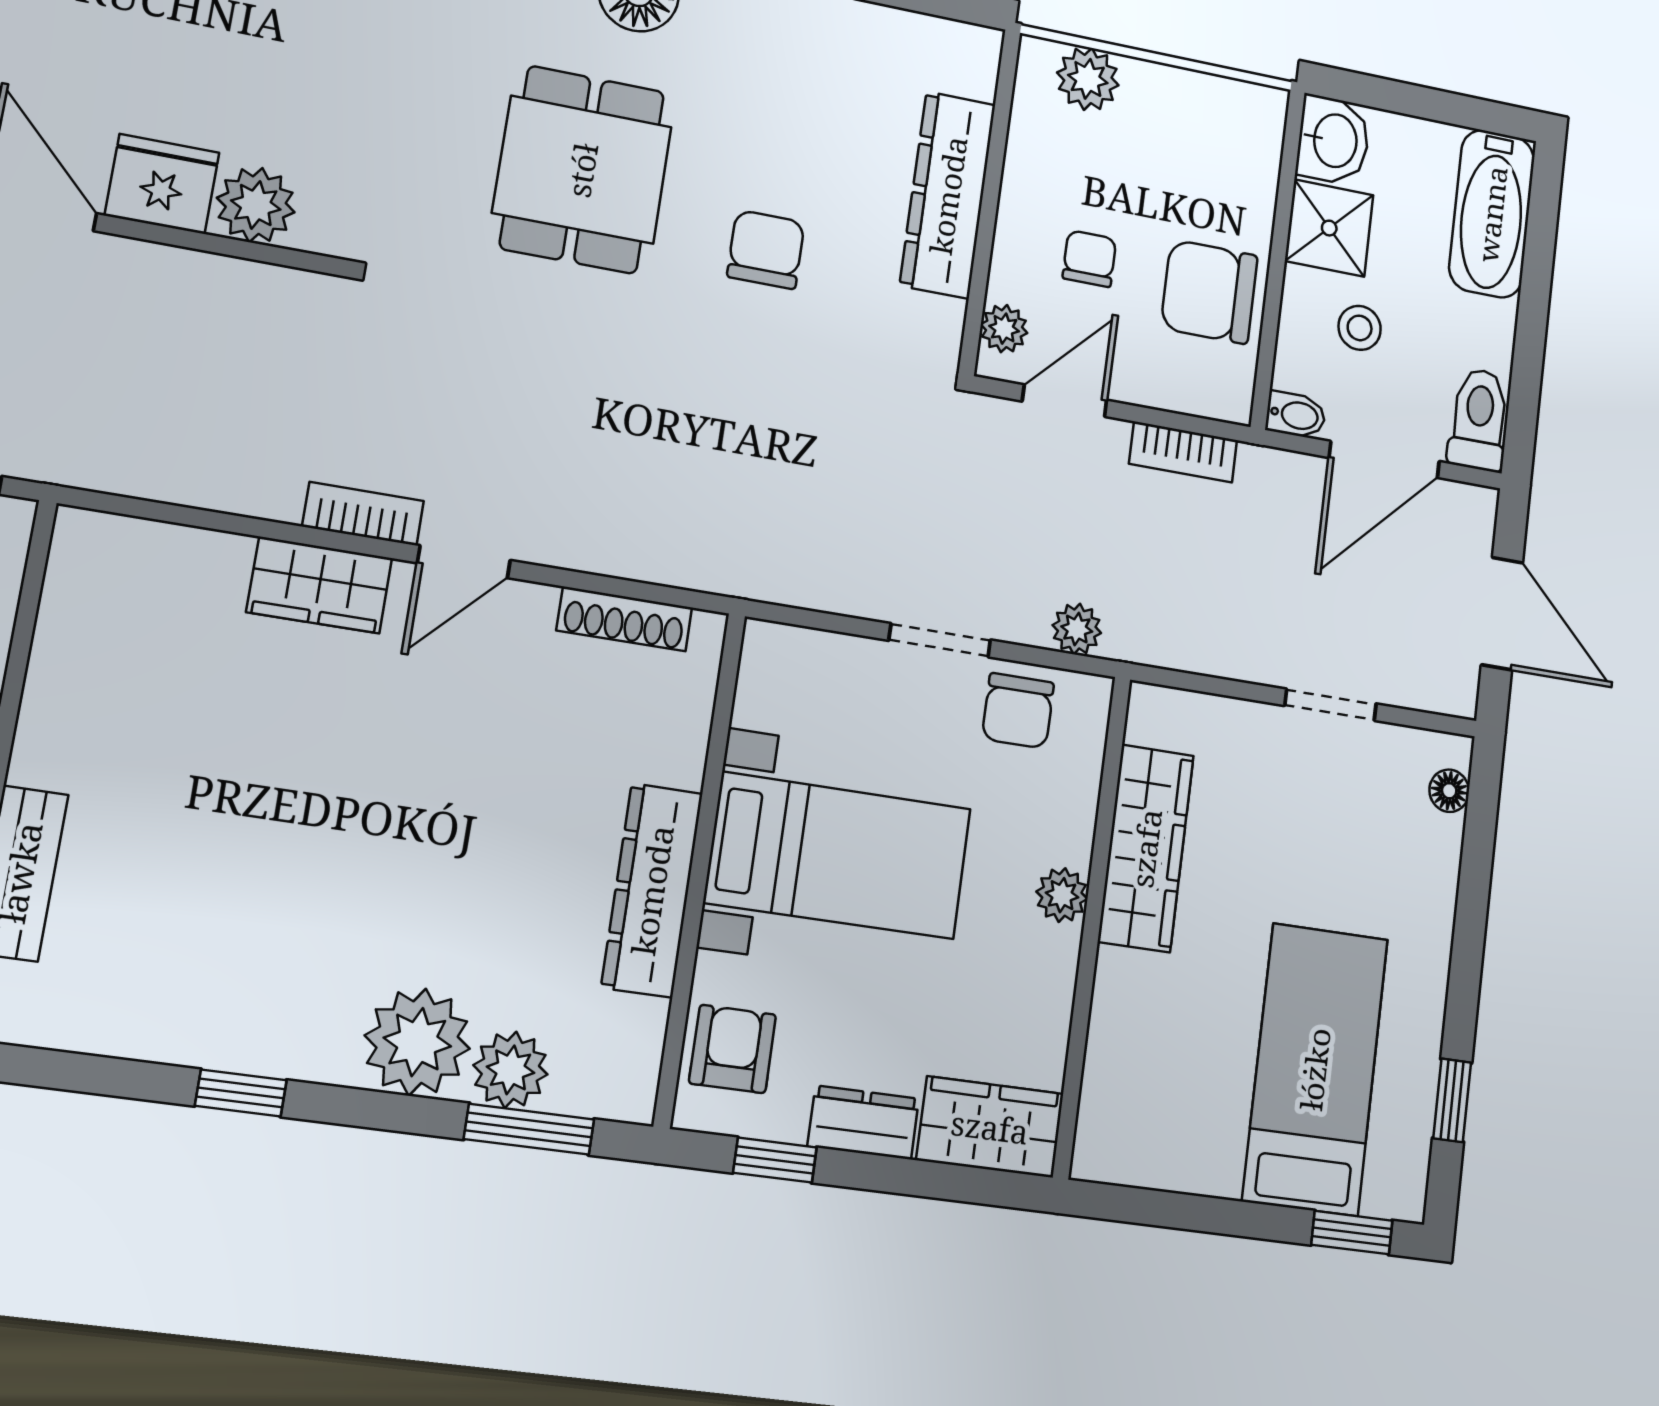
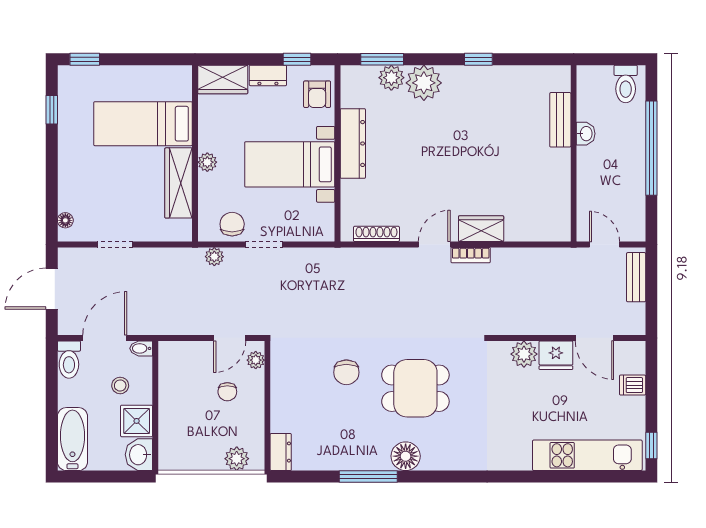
dining table: (582, 170) -> (415, 388), turned 90
dresser: (948, 195) -> (281, 452), moved, width x0.51, depth x0.80
chair: (1209, 292) -> (180, 388), removed
bookcase: (1183, 452) -> (183, 327), removed
door: (1502, 614) -> (52, 289), hinge flipped
bed: (1315, 1069) -> (143, 124), moved, turned 90

